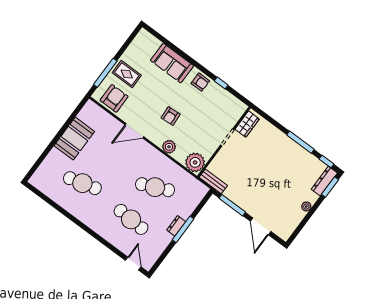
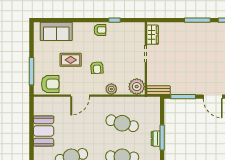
sofa: (172, 63) -> (56, 31), moved
rug: (127, 74) -> (71, 60), moved
armchair: (114, 98) -> (50, 84), turned 90
cafe table: (155, 187) -> (122, 123), turned 39

